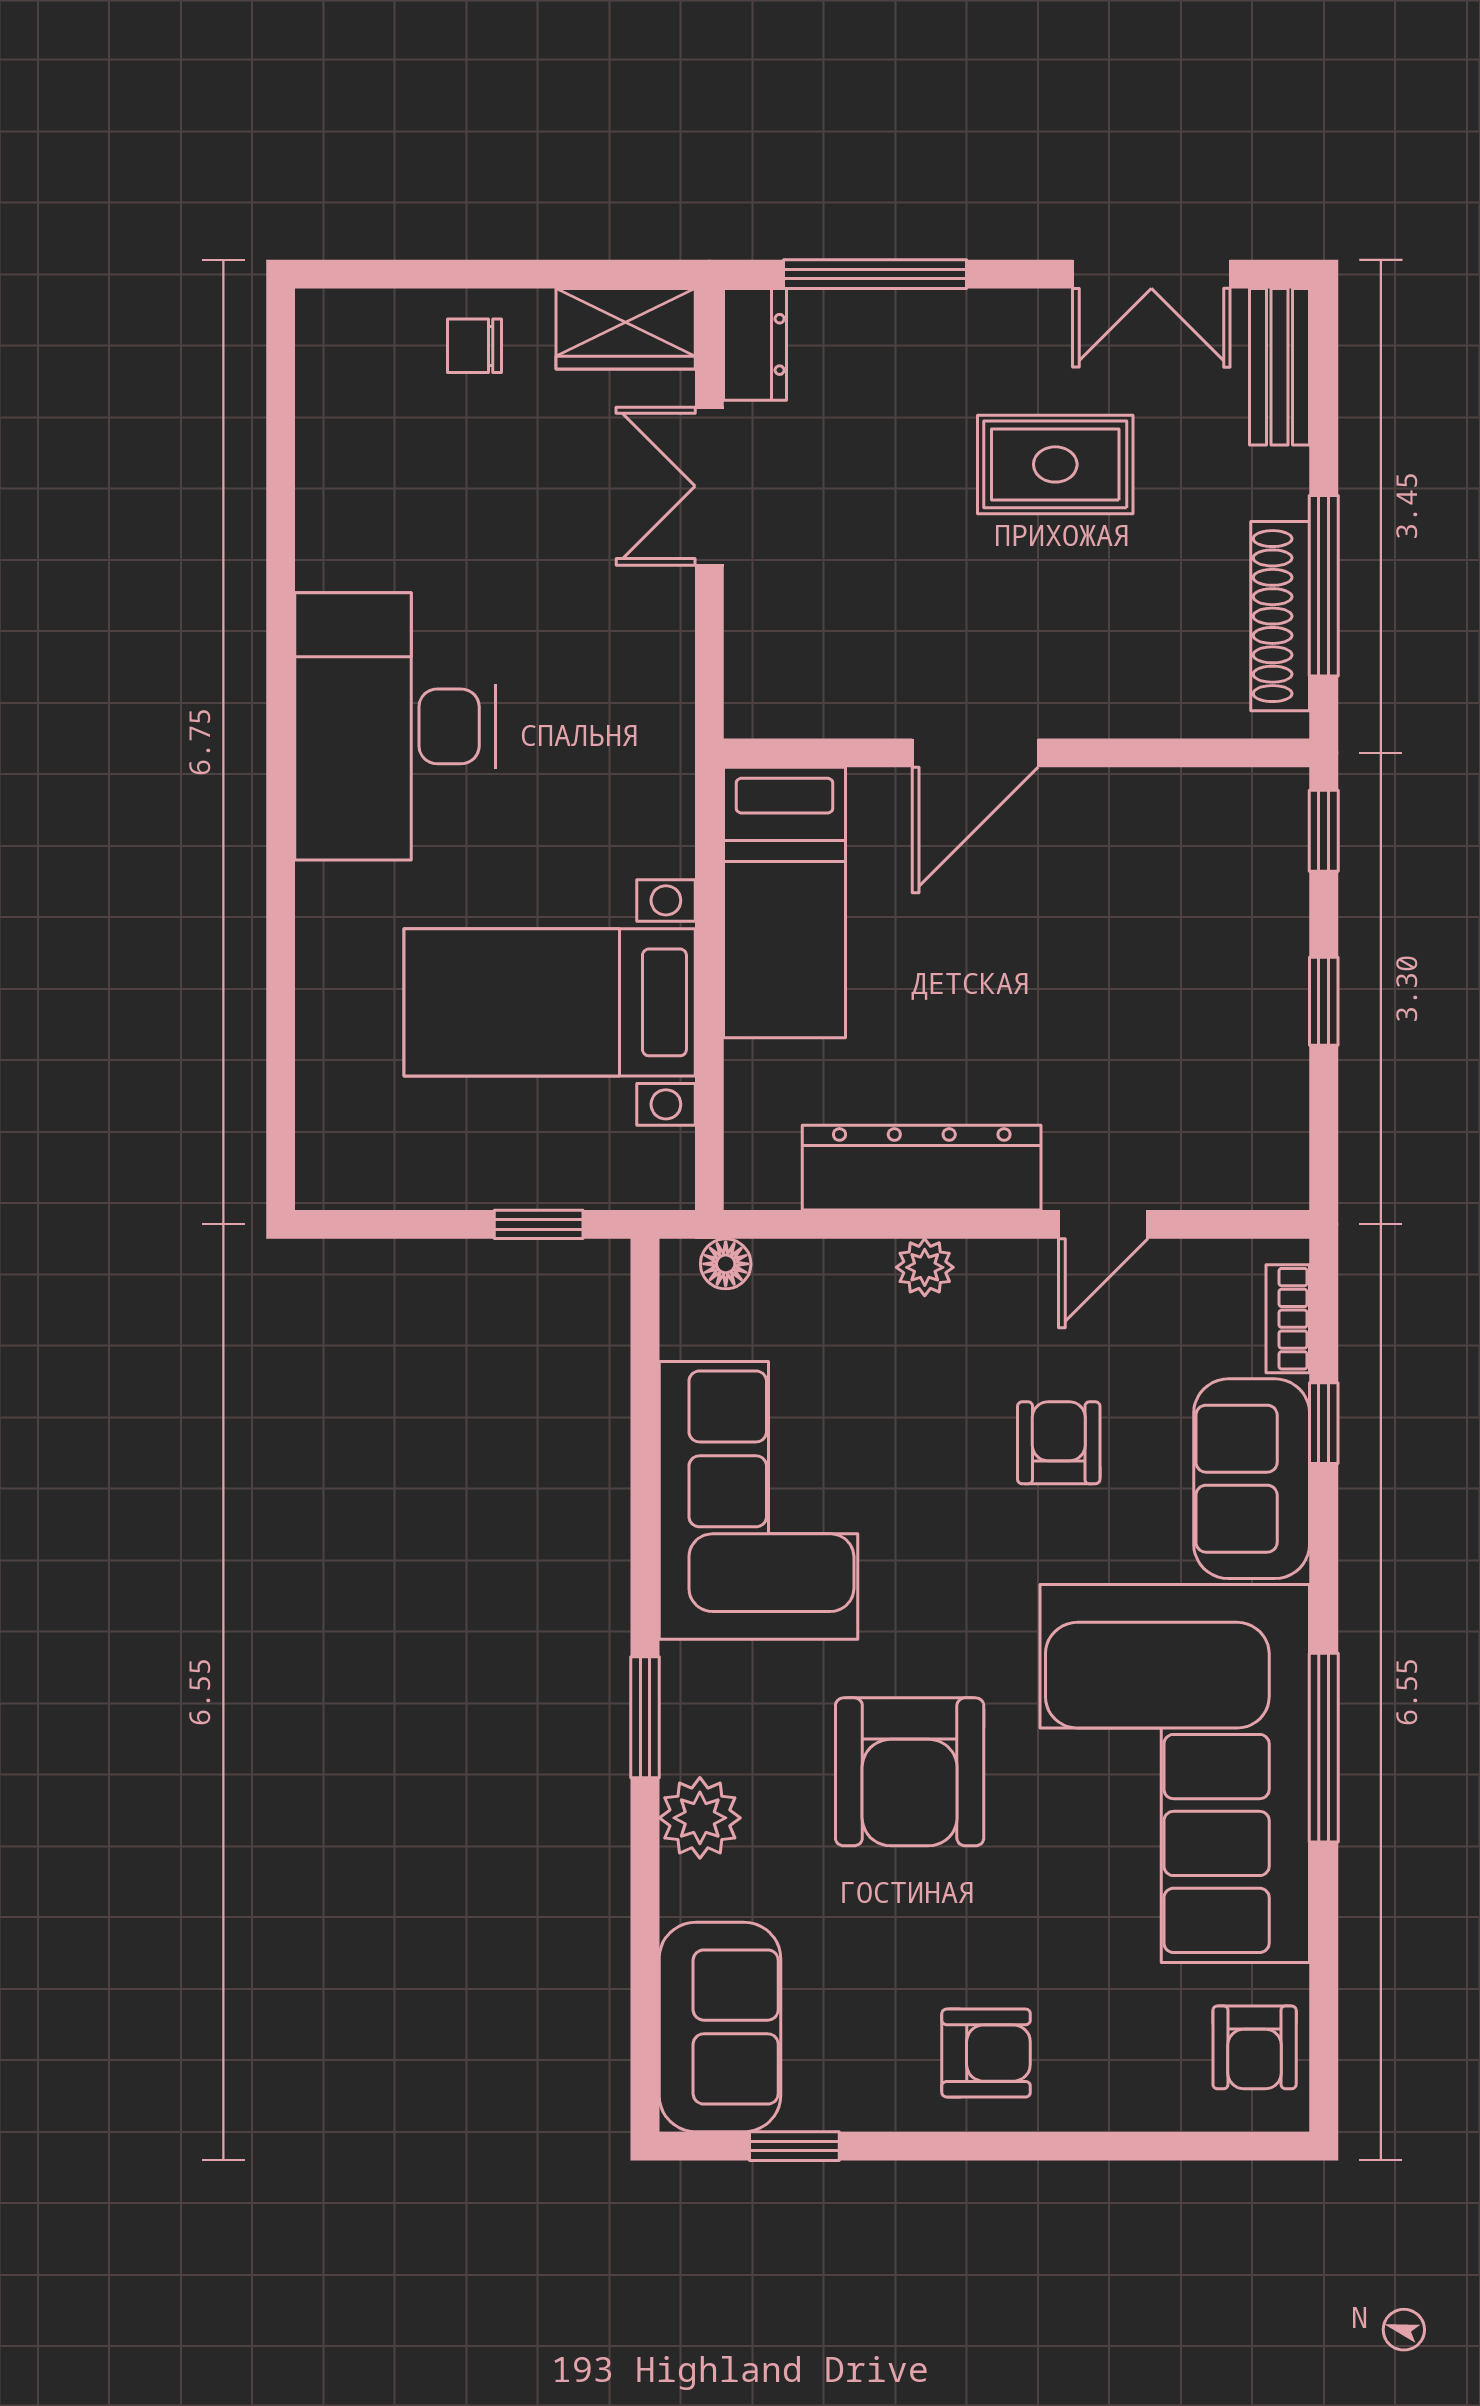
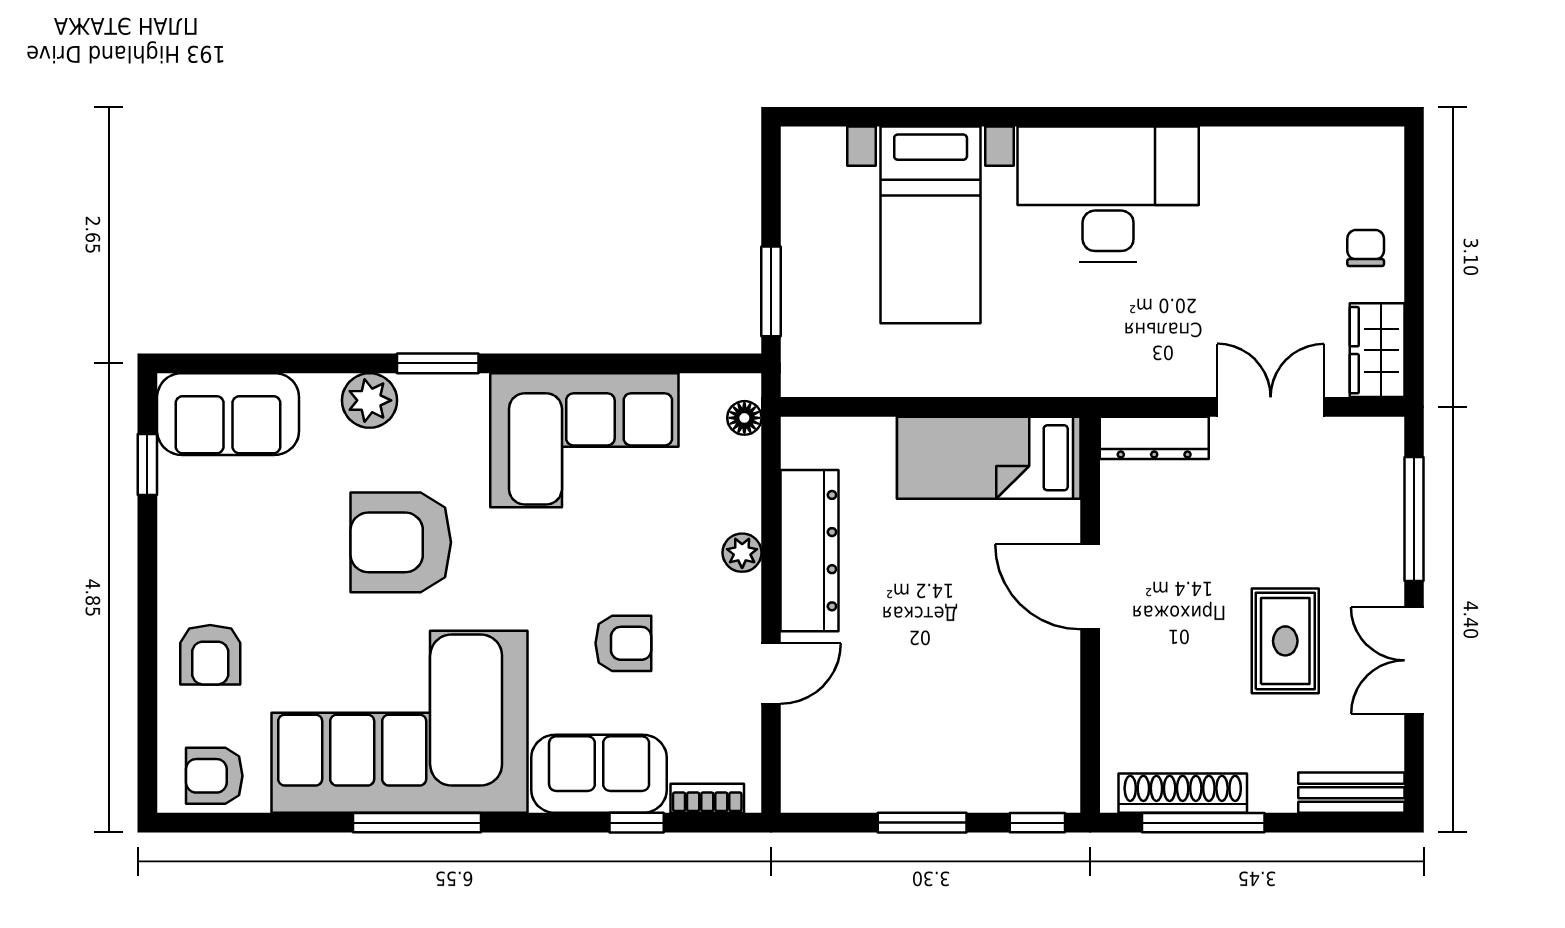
double door: (1151, 274) -> (1414, 660), moved
dresser: (755, 344) -> (1154, 438), moved, width x1.44
window: (1324, 1001) -> (922, 823), width x1.50
bed with nightstands: (550, 1002) -> (931, 225), moved, turned 180
window: (539, 1224) -> (771, 291), width x1.50
door: (1103, 1224) -> (771, 673), swing flipped
armchair: (986, 2053) -> (210, 655), moved

